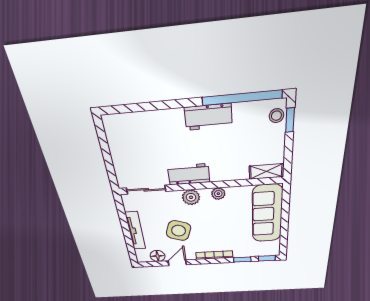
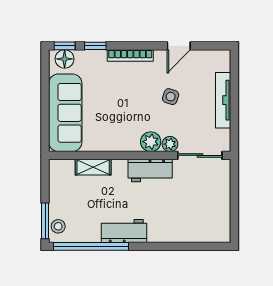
window: (290, 120) -> (45, 221), width x1.50
shelving: (266, 171) -> (93, 167), moved
plant: (218, 194) -> (170, 144), moved
side table: (179, 231) -> (171, 97), width x0.54, depth x0.54
floor lamp: (158, 256) -> (65, 59), moved

